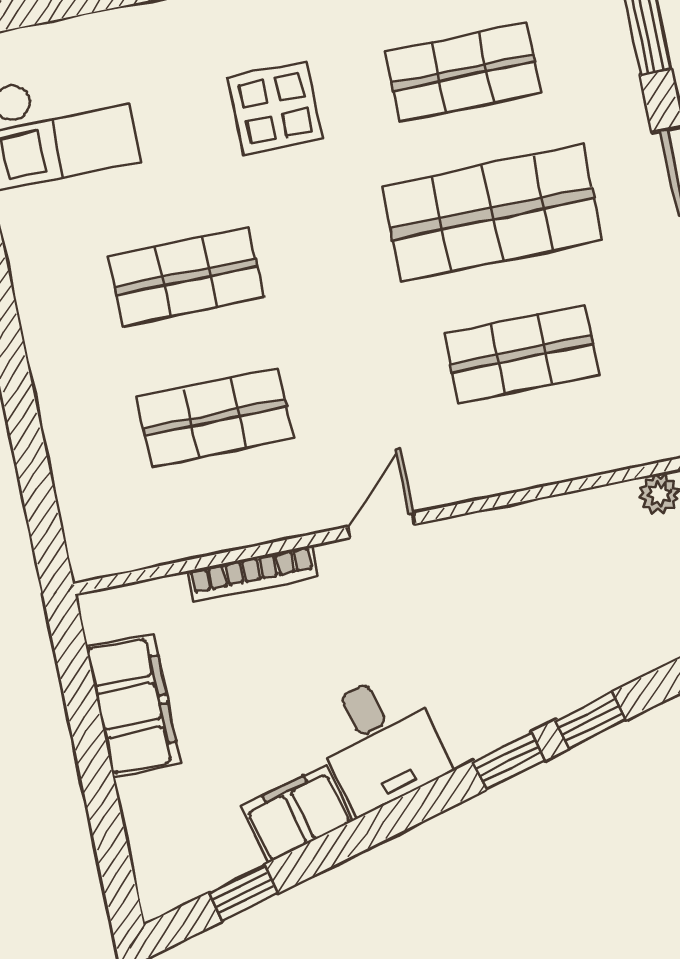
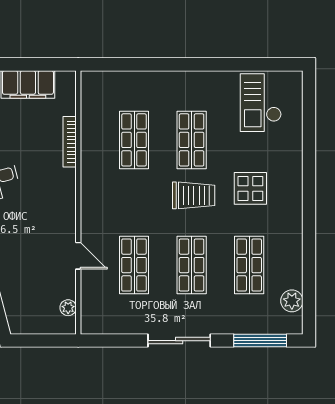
shop shelf: (492, 213) -> (192, 265), width x0.70, depth x0.74
trolley: (321, 243) -> (194, 195), added
door: (381, 525) -> (78, 256), moved

